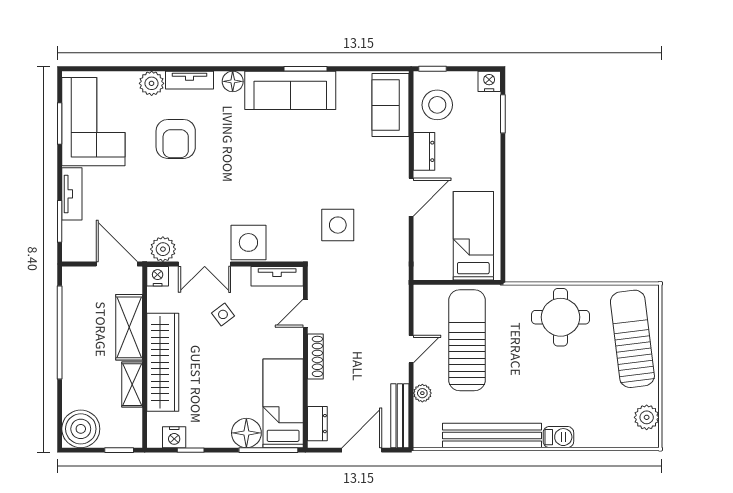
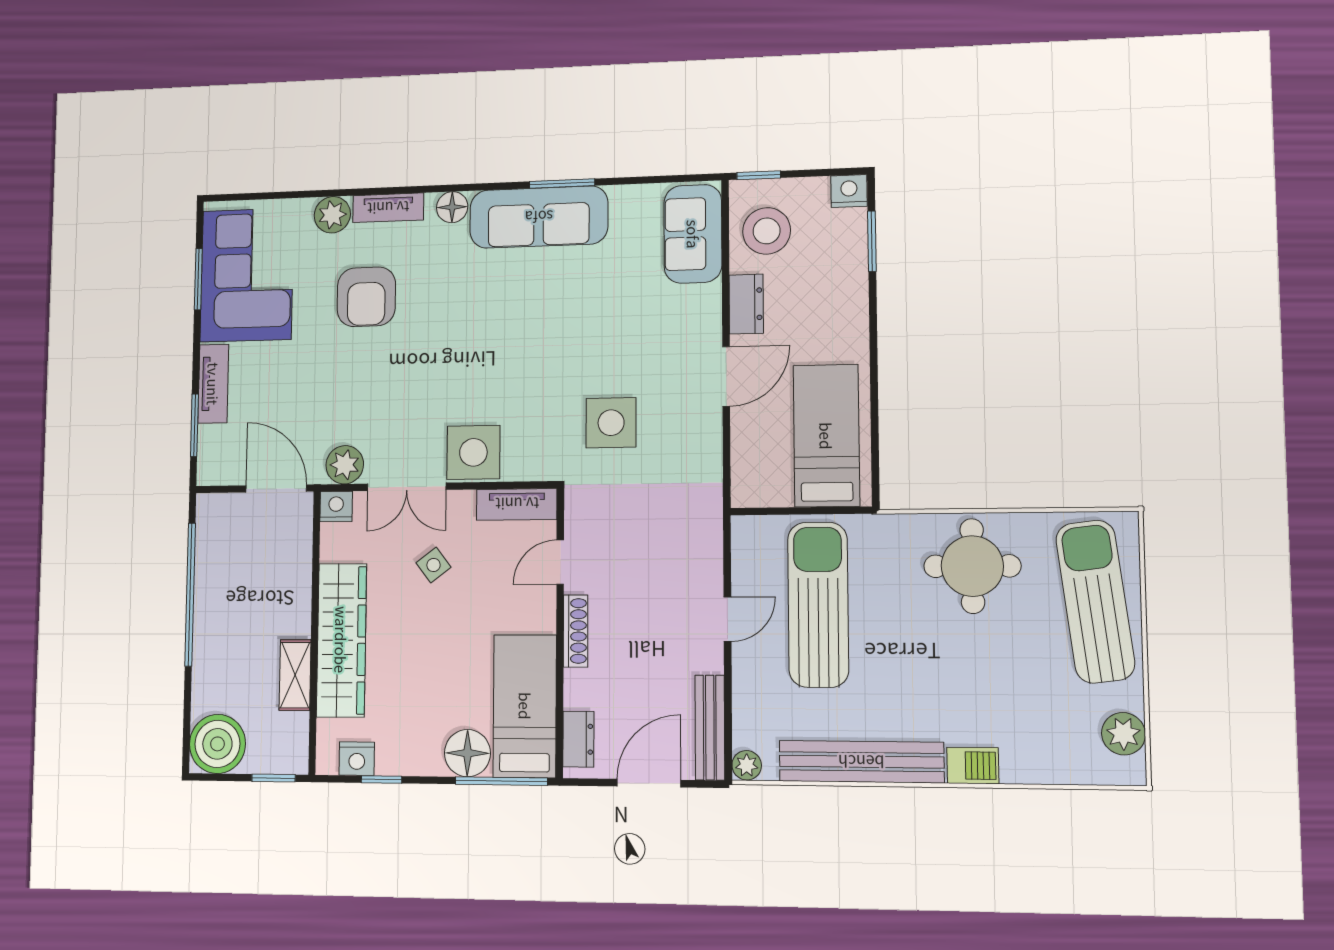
shelving: (129, 327) -> (292, 586), removed
plant: (422, 393) -> (747, 765), moved

